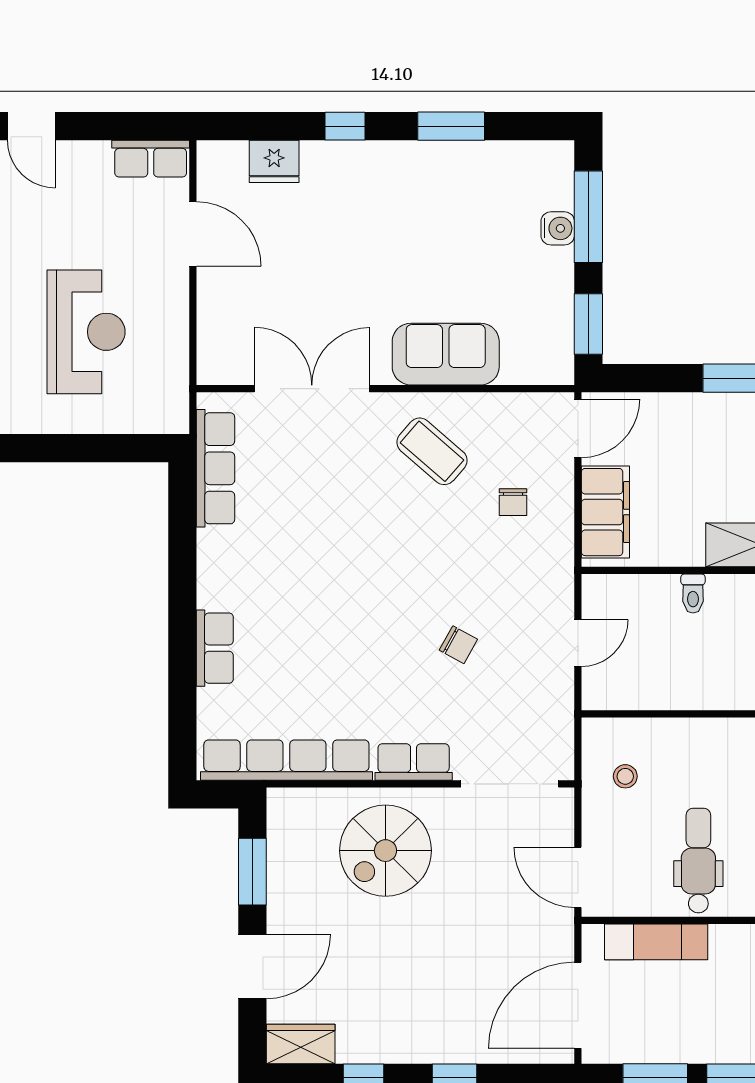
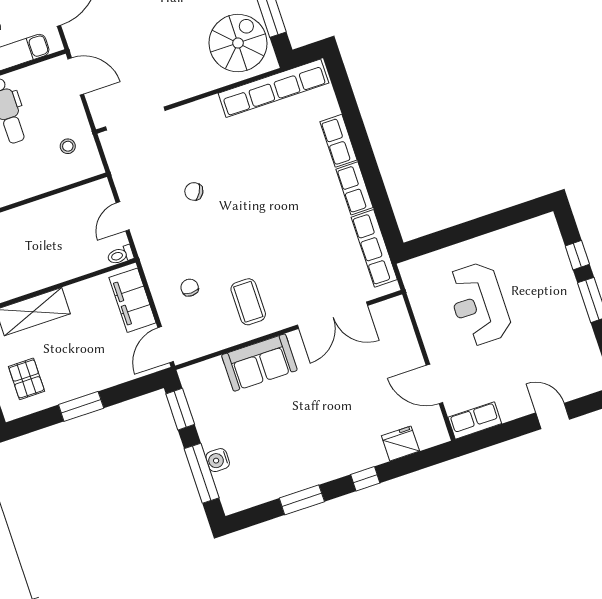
coffee table: (432, 451) -> (248, 302), turned 49
toilet: (693, 594) -> (120, 255), moved, turned -90
row of seats: (414, 762) -> (354, 188), moved, turned 90
spiral stairs: (385, 851) -> (238, 43), moved

